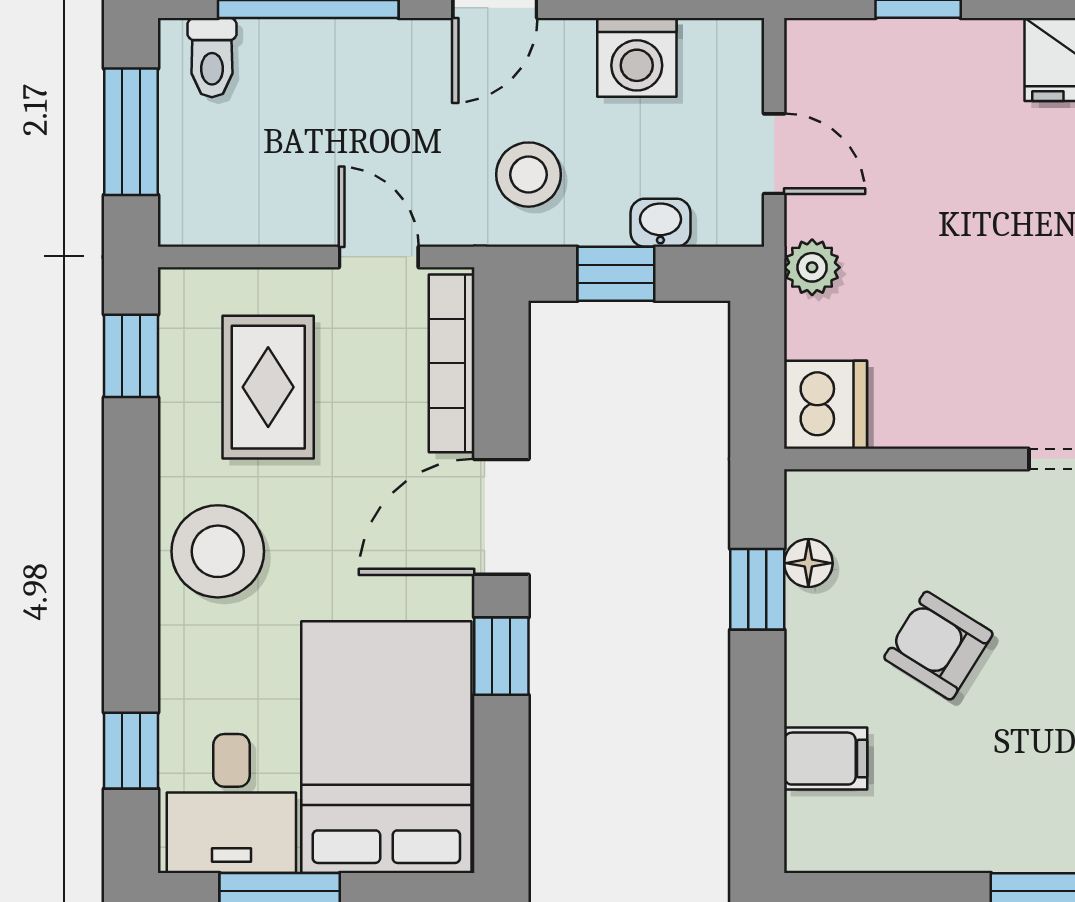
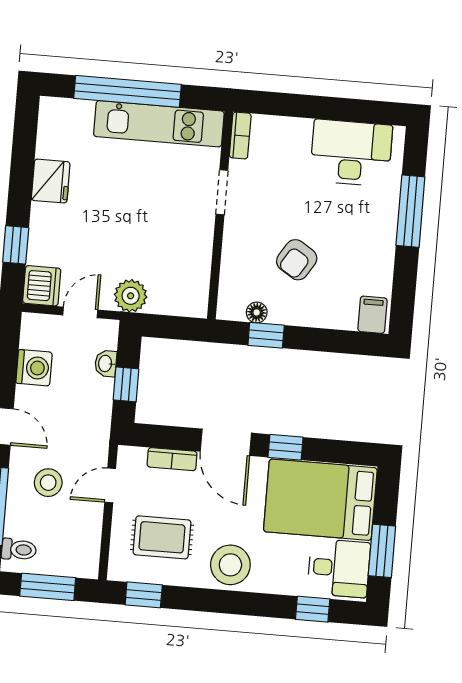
stool: (529, 175) -> (48, 483), moved
plant: (812, 267) -> (131, 296), width x1.38, depth x1.38
bookcase: (452, 363) -> (172, 459), width x0.64
dishwasher: (826, 405) -> (42, 286), moved, turned 90
filing cabinet: (826, 759) -> (372, 315), moved

